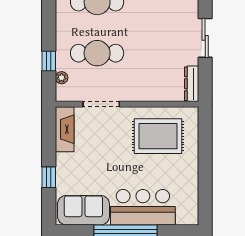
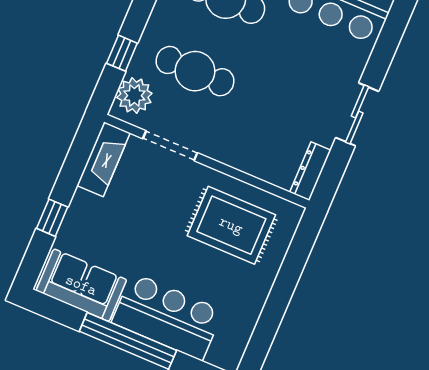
plant: (62, 78) -> (134, 95), width x1.87, depth x1.87

